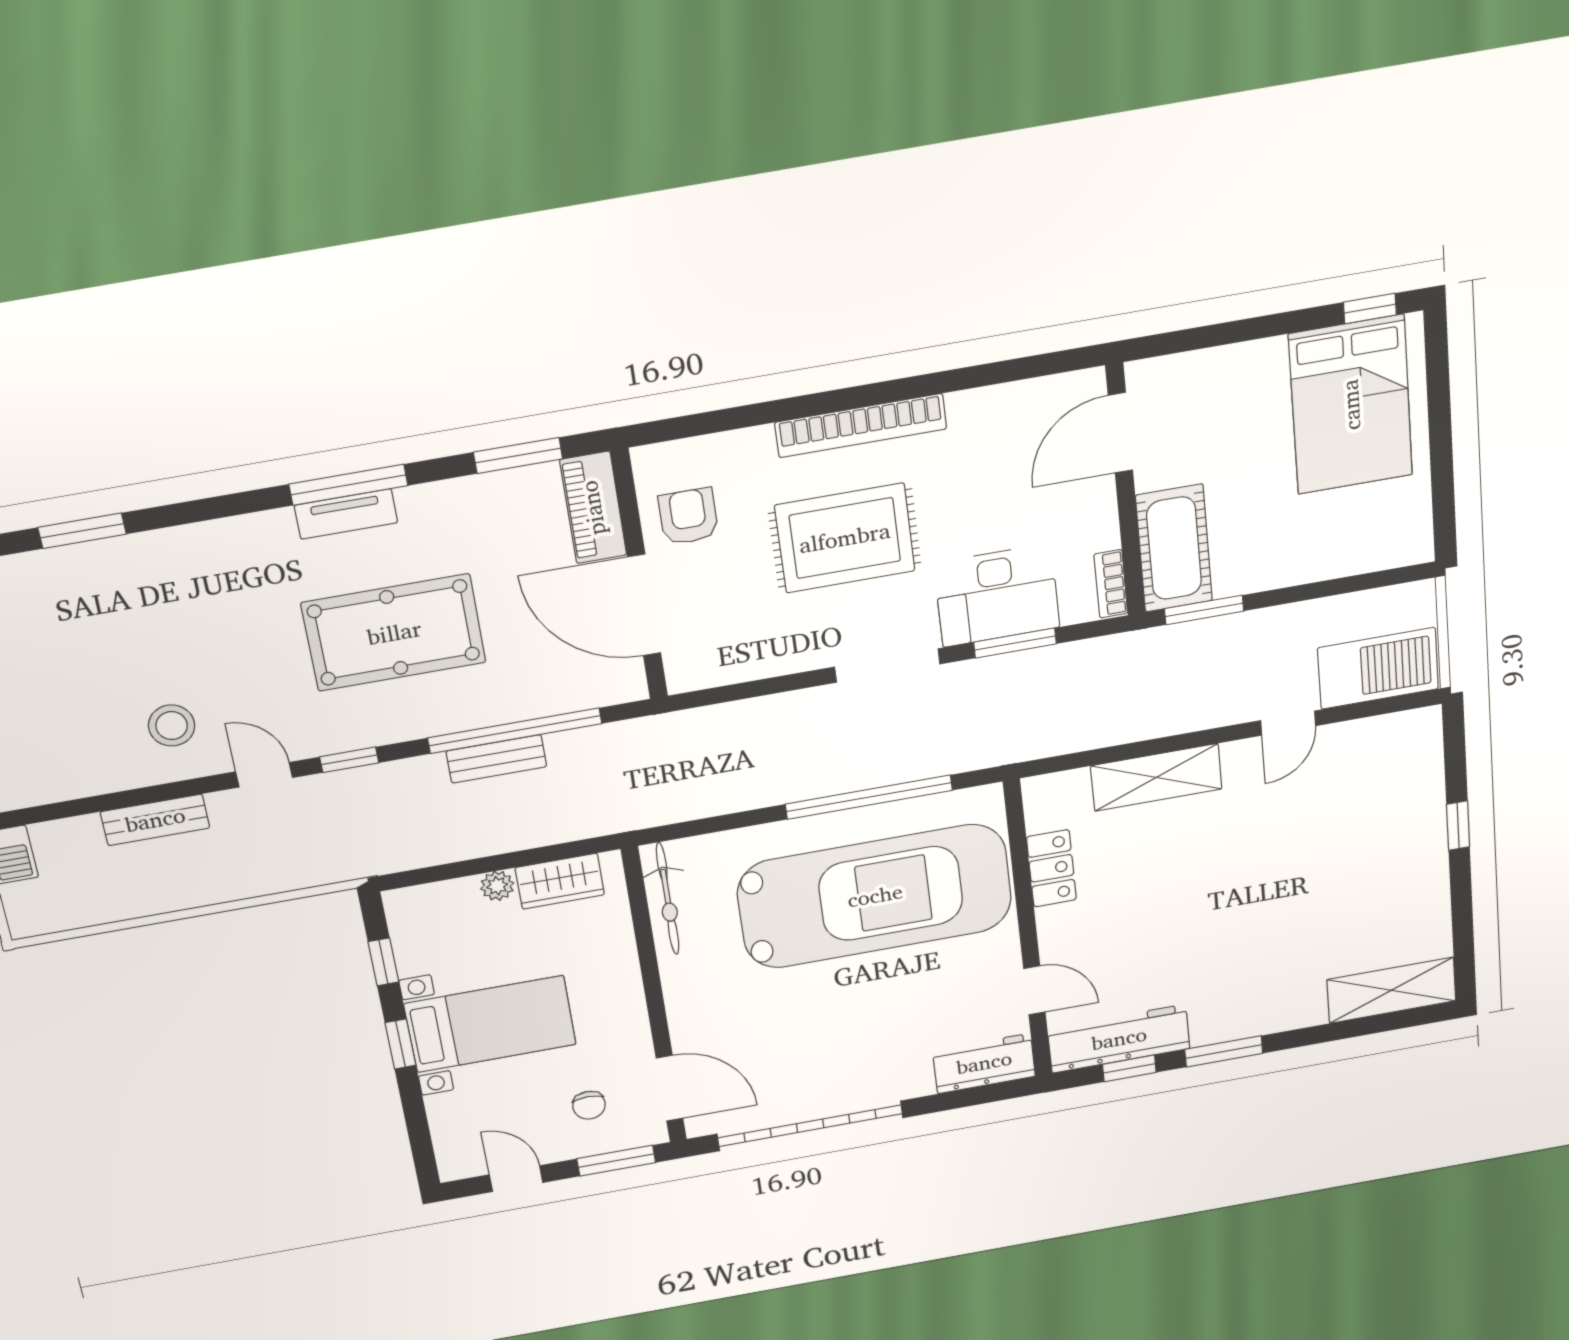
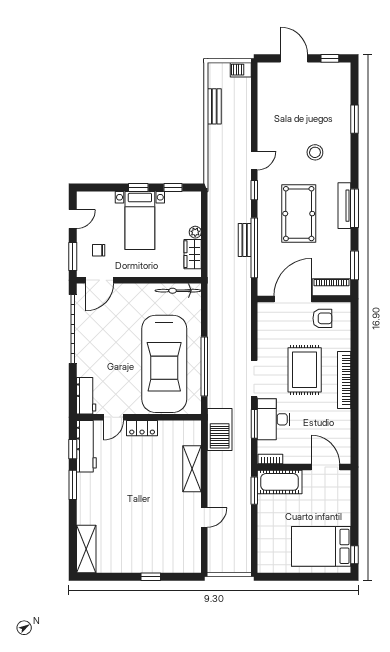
tv unit: (346, 514) -> (344, 206), width x1.41
barbecue: (1378, 668) -> (220, 430), moved
door: (1288, 723) -> (204, 517), swing flipped
stool: (172, 726) -> (315, 152), moved
bench: (155, 820) -> (214, 106), moved
locker: (1051, 868) -> (142, 428), moved

